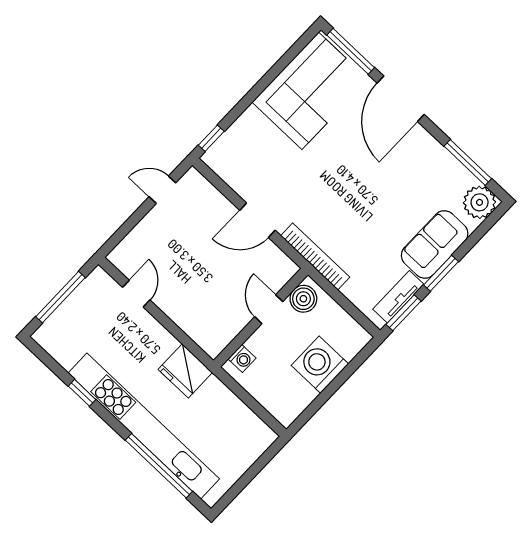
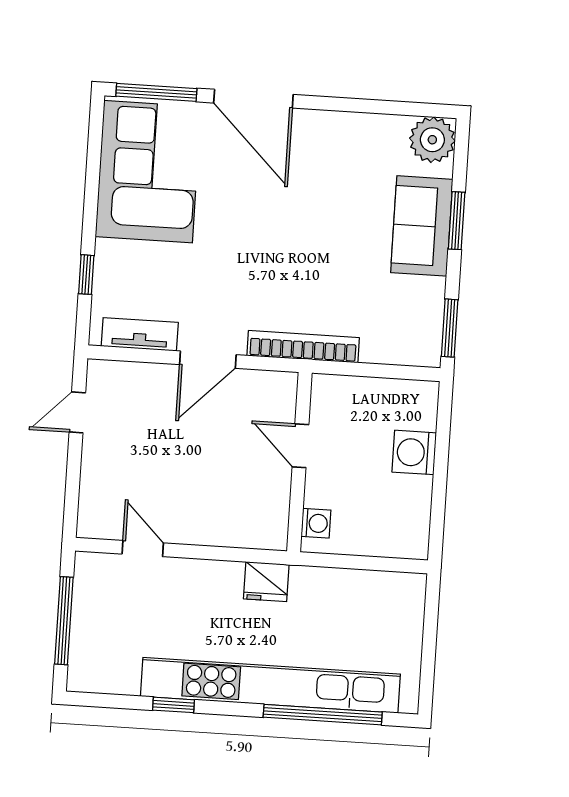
window: (211, 138) -> (86, 275), moved
window: (468, 162) -> (384, 107), removed
window: (441, 273) -> (457, 221), moved
tv unit: (398, 297) -> (140, 334), moved, turned 90
boiler: (303, 299) -> (329, 403), removed
washing machine: (320, 365) -> (414, 452), width x0.73, depth x0.73
fridge: (185, 371) -> (266, 582), width x0.73, depth x0.75

